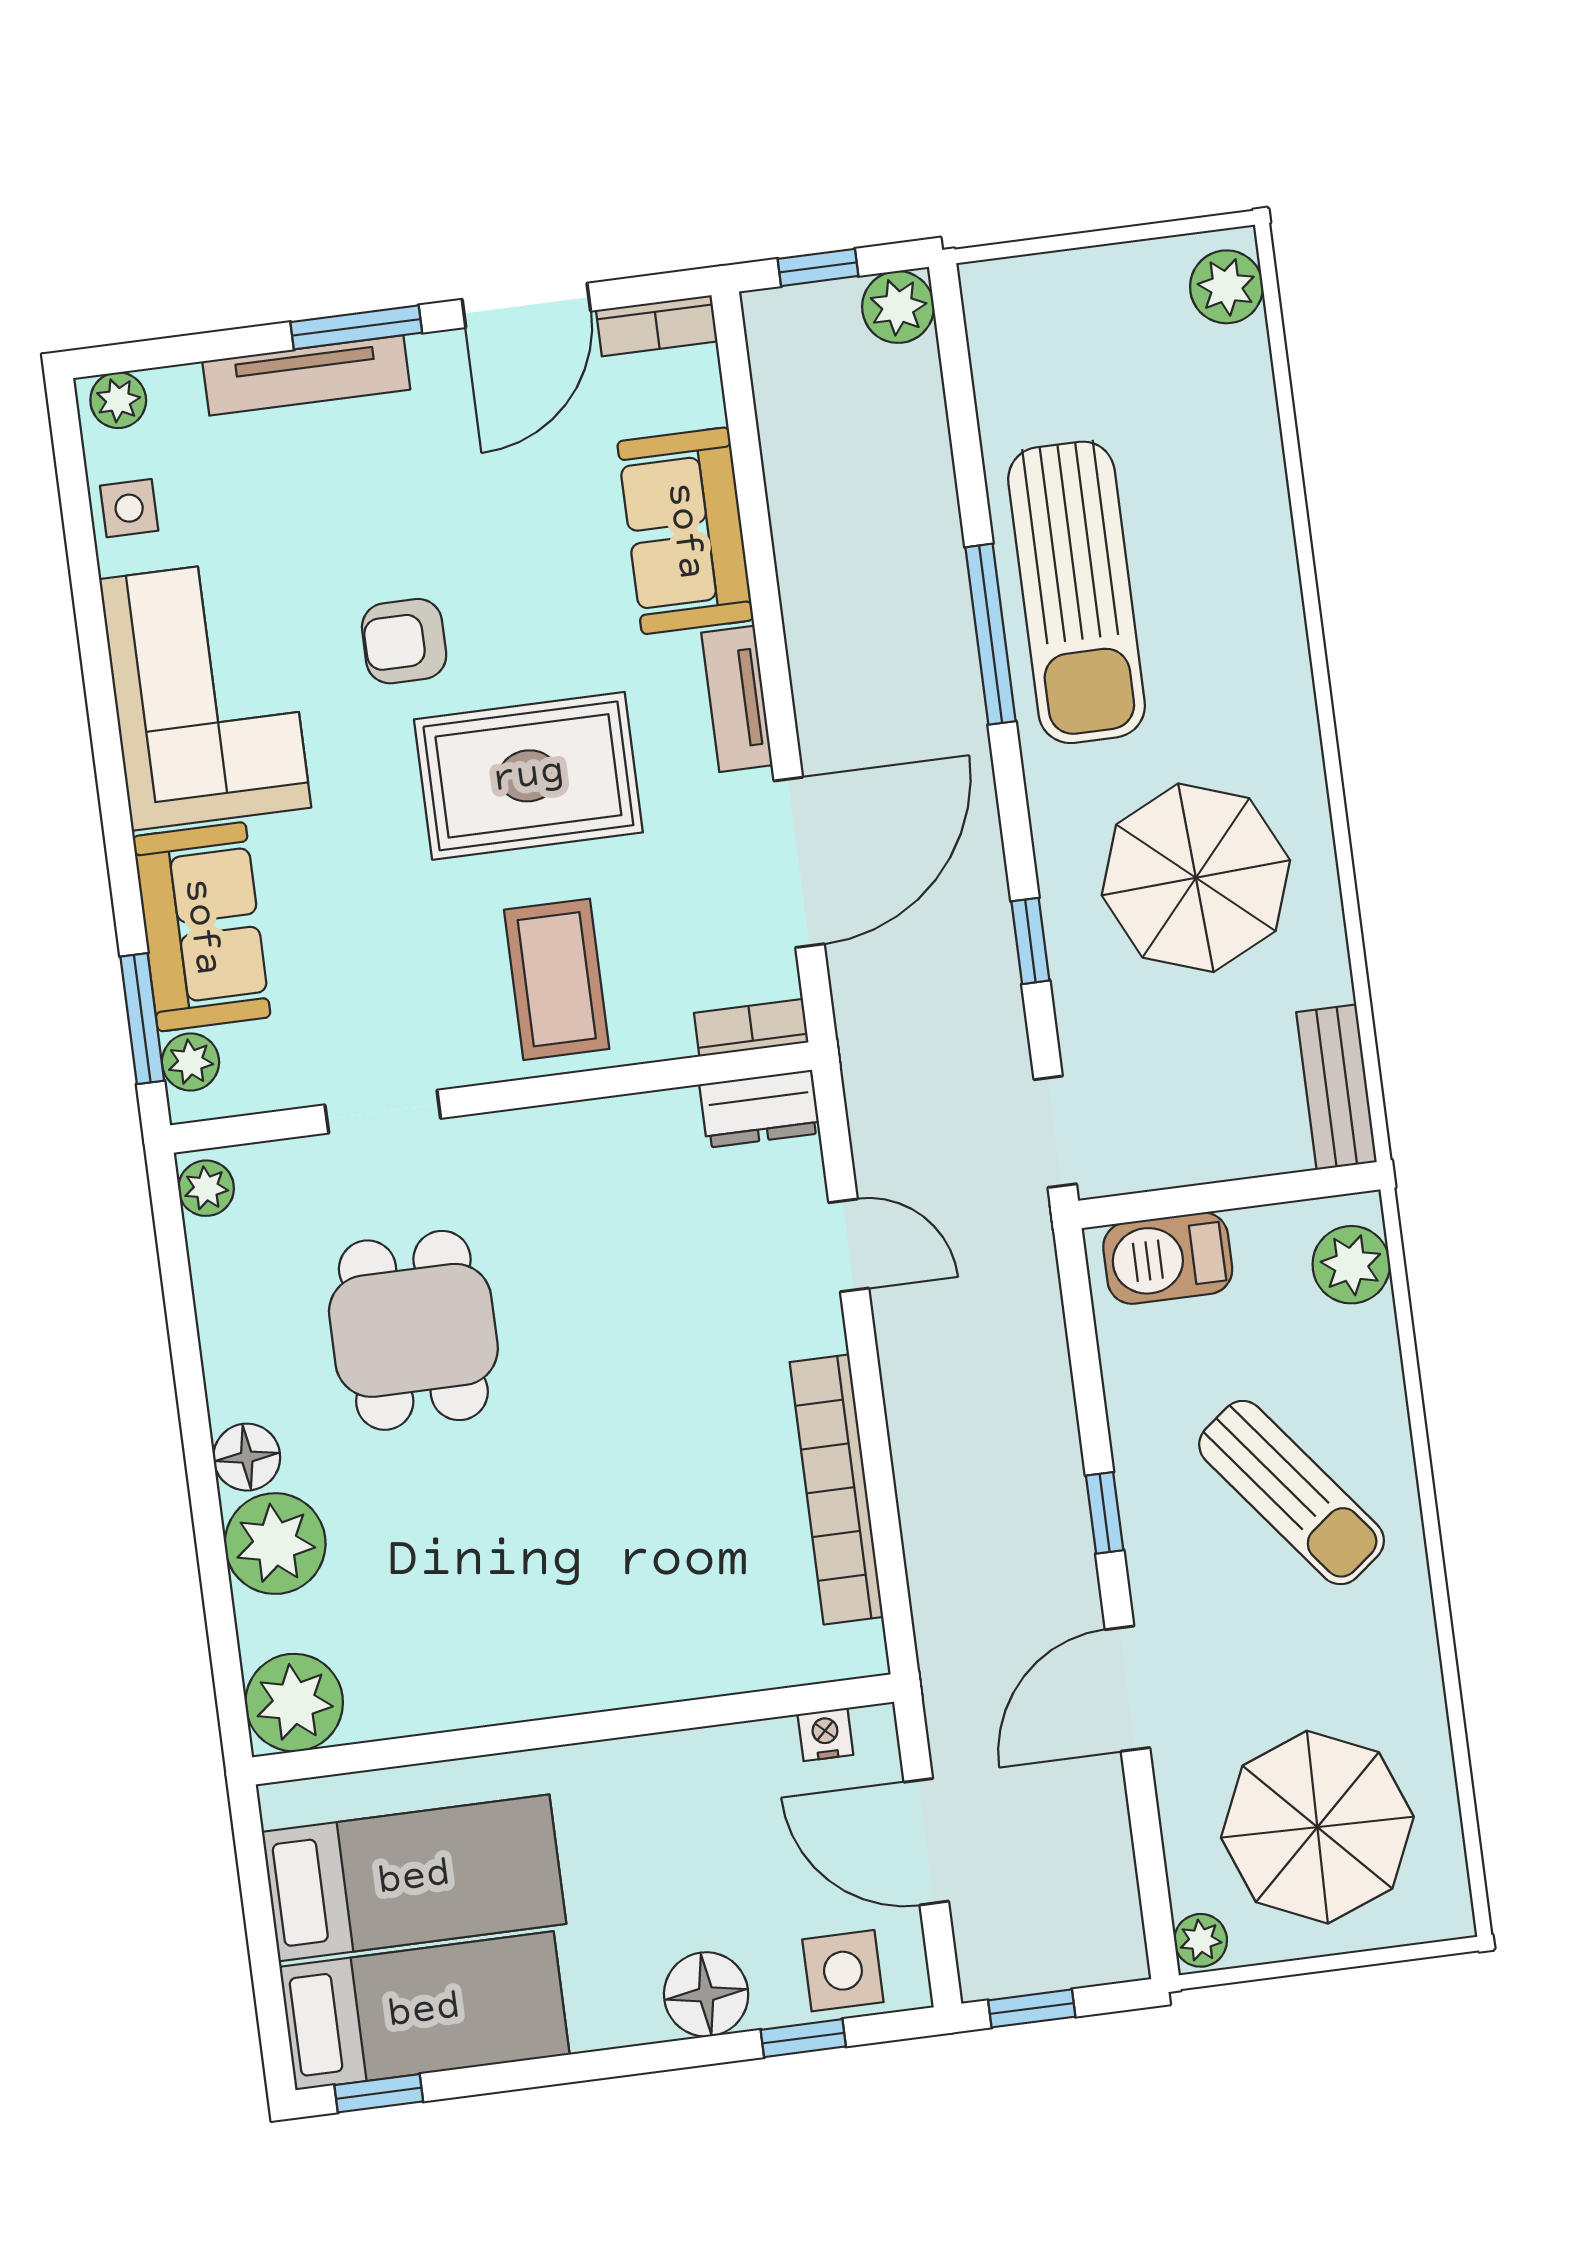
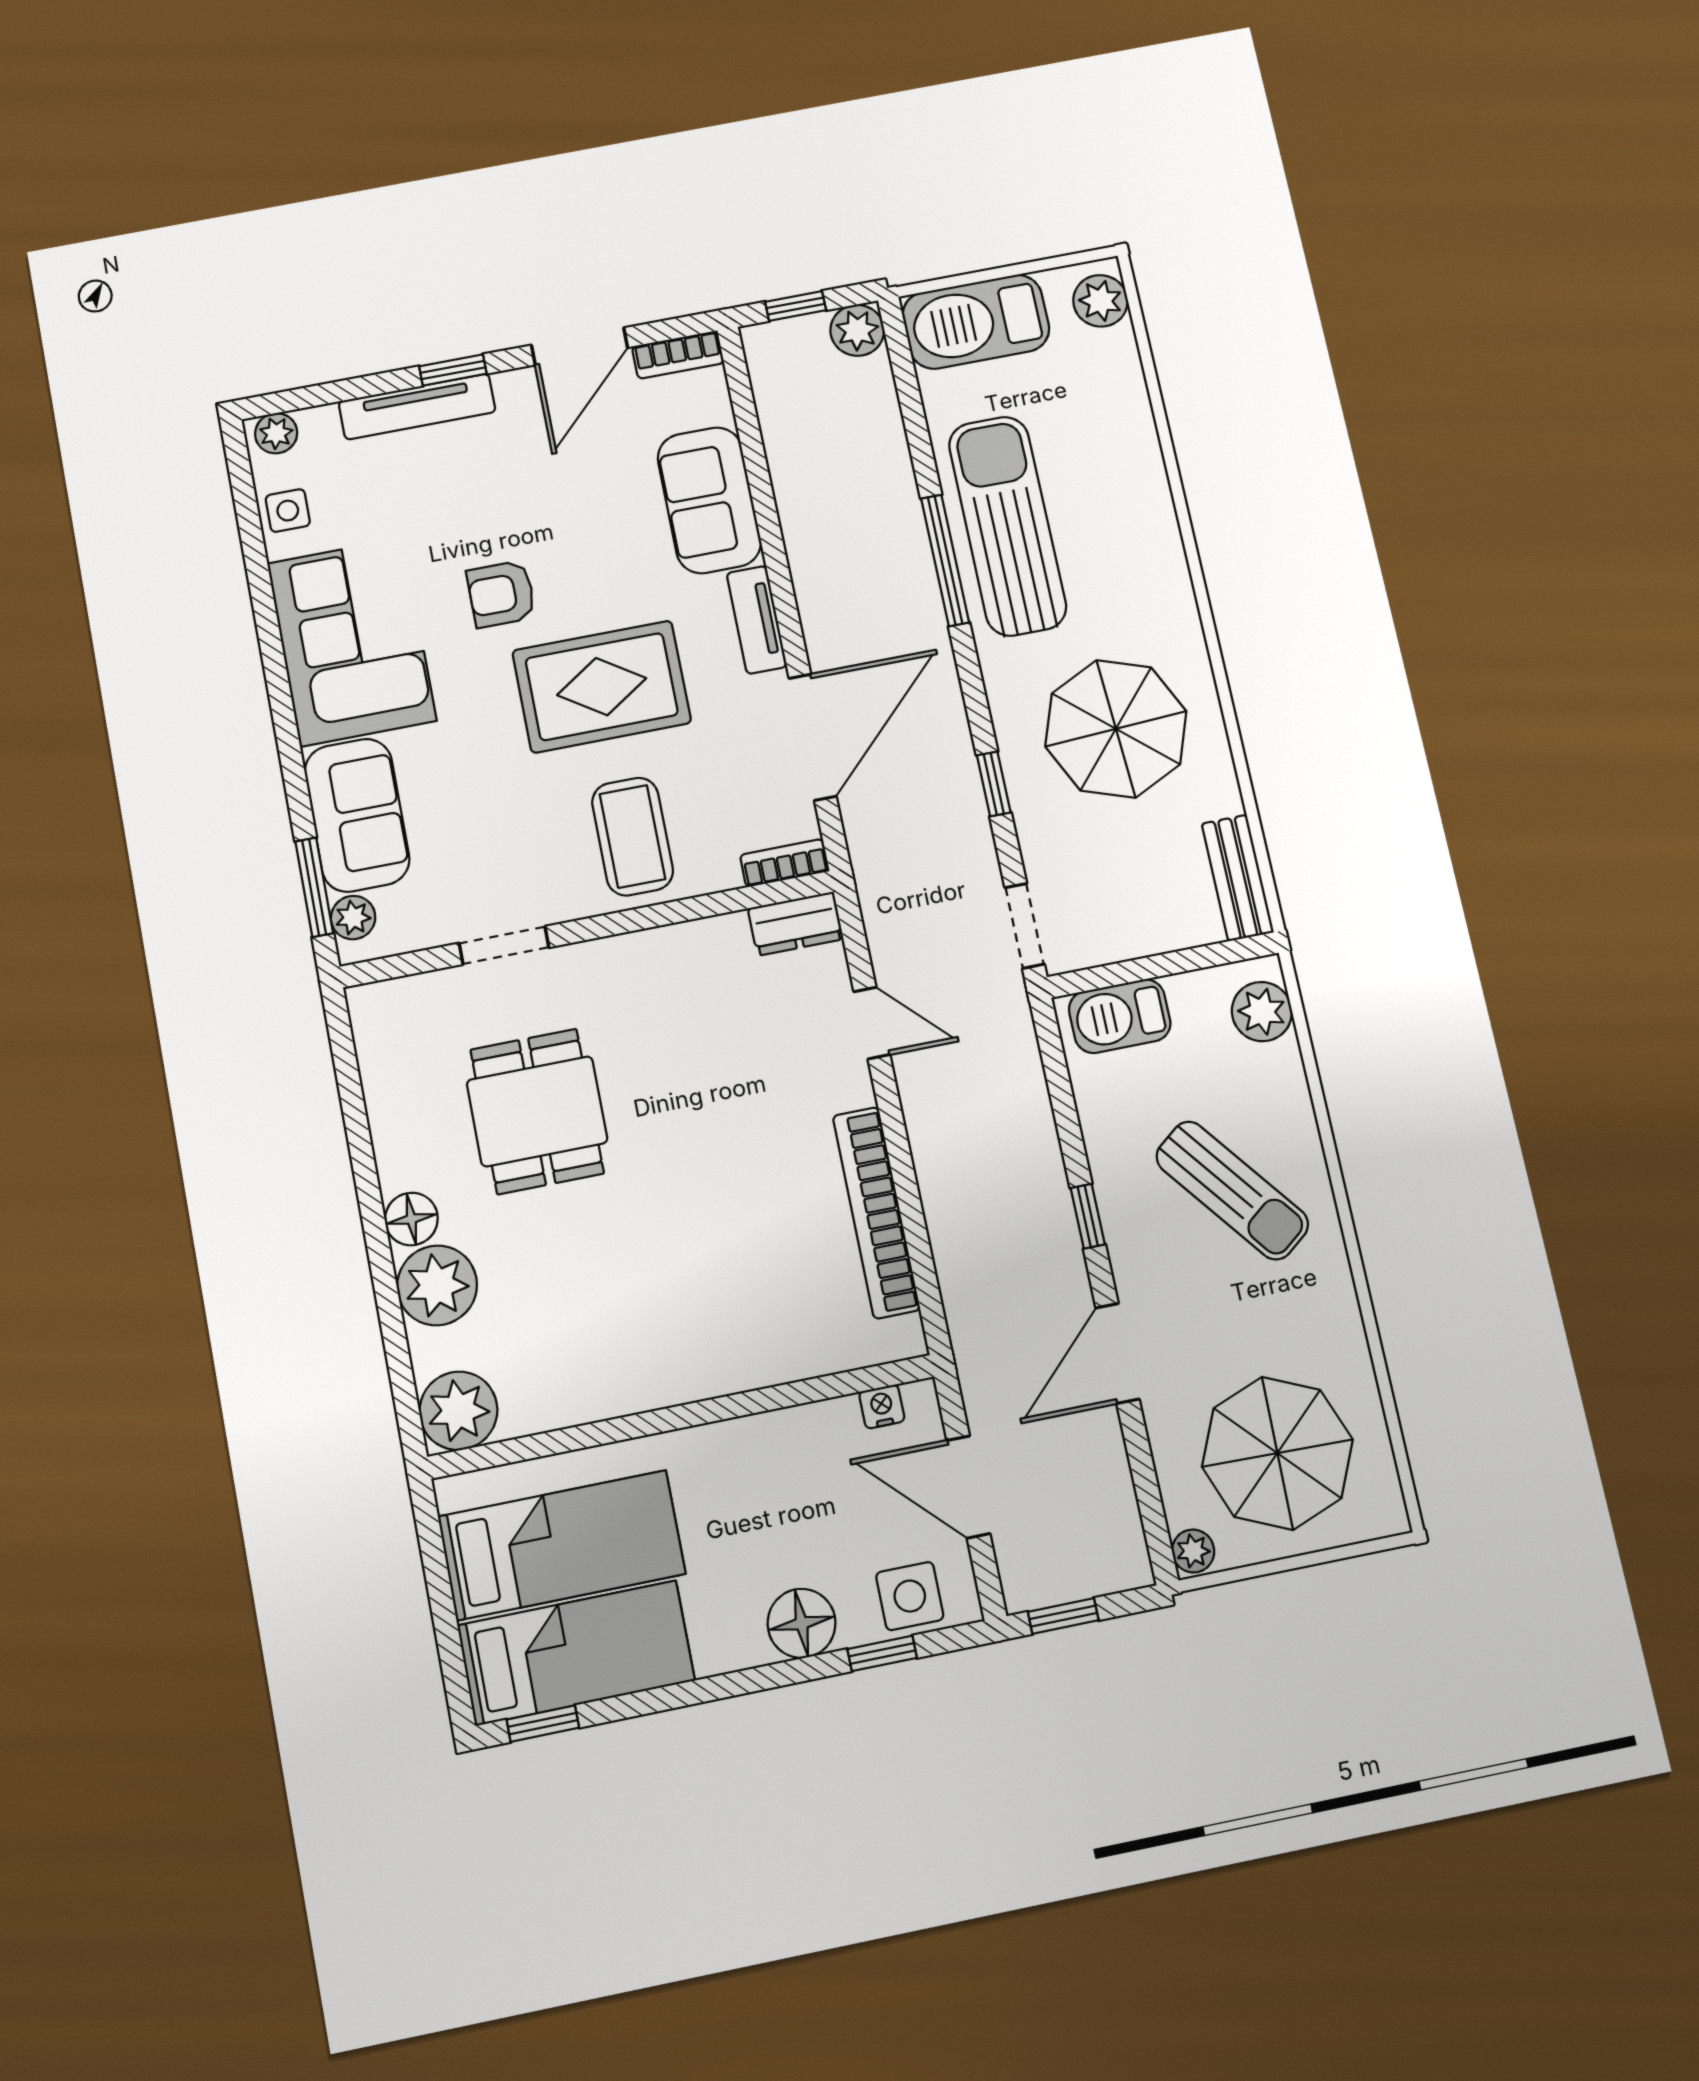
barbecue: (1057, 305) -> (976, 322), added
window: (356, 327) -> (453, 370), width x0.67
sun lounger: (1077, 592) -> (1007, 526), turned 180
plant: (206, 1188) -> (370, 1013), removed

